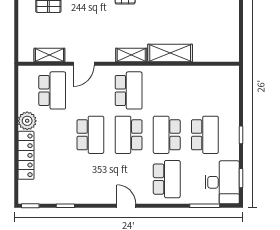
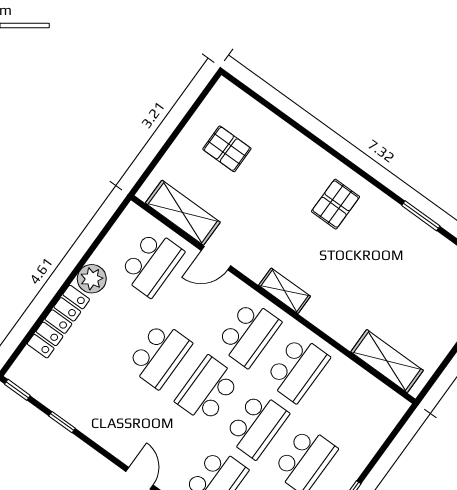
shelving: (170, 53) -> (387, 361), moved
shelving: (49, 55) -> (183, 213), width x1.50, depth x1.33
school desk: (167, 90) -> (297, 369), added
school desk: (167, 135) -> (256, 425), turned 180

